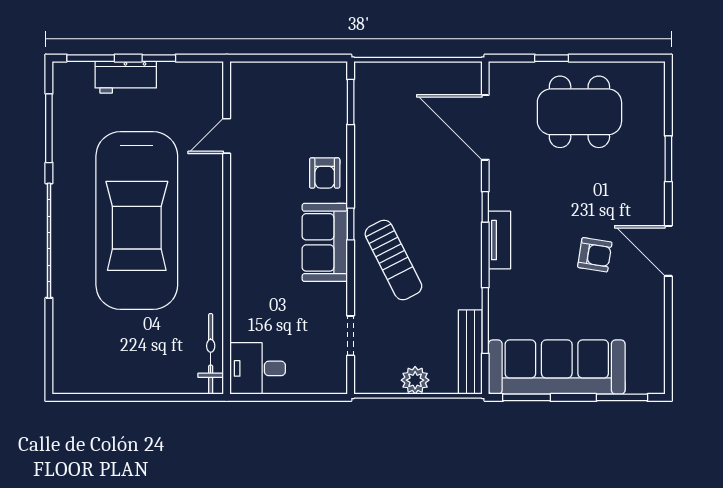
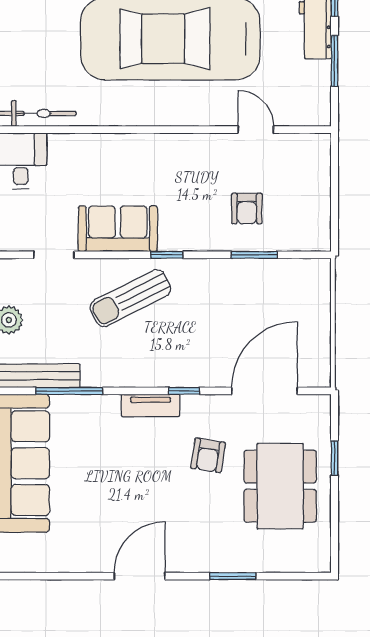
window: (159, 58) -> (335, 61), width x1.50
window: (351, 102) -> (254, 255), moved
armchair: (325, 173) -> (247, 208), moved, turned -90
sofa: (325, 242) -> (118, 229), moved
armchair: (595, 255) -> (208, 455), moved

